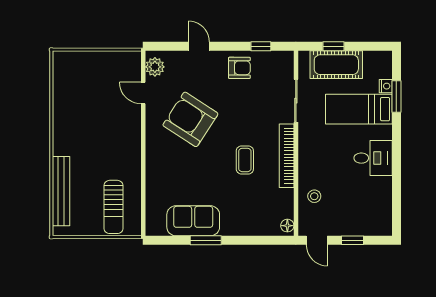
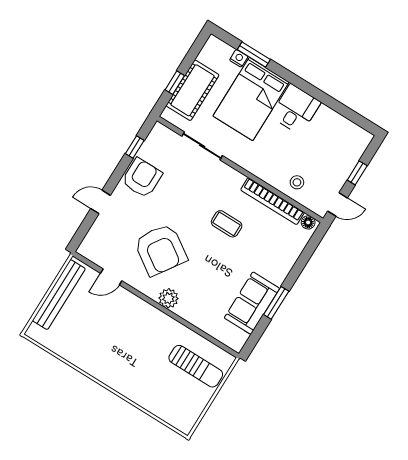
plant: (155, 67) -> (168, 298), moved
armchair: (239, 68) -> (142, 178), width x1.38, depth x1.38
bed: (359, 109) -> (251, 99), width x1.50
armchair: (190, 119) -> (161, 250), turned -89
bookcase: (287, 156) -> (272, 201), moved
bench: (61, 191) -> (59, 295), moved, turned 90

